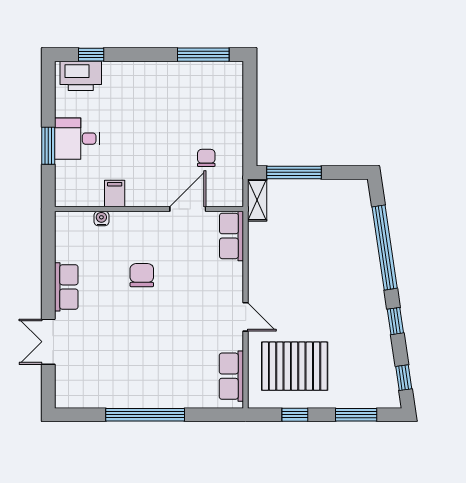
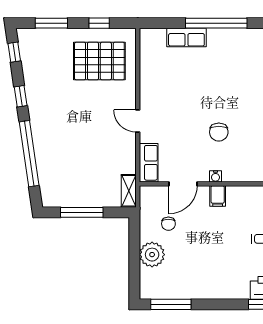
plant: (227, 118) -> (152, 255), added
window: (294, 172) -> (82, 212), moved
filing cabinet: (115, 193) -> (218, 196), moved
water cooler: (101, 218) -> (215, 176), moved
door: (246, 317) -> (138, 121), moved
row of seats: (231, 376) -> (186, 38), moved, turned 90

